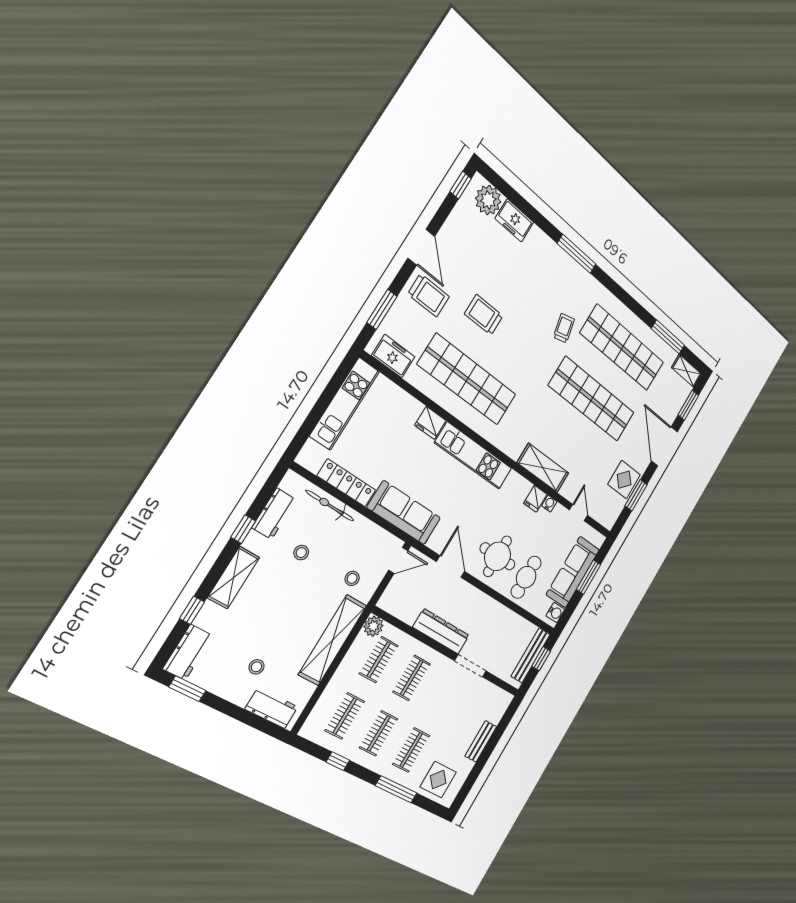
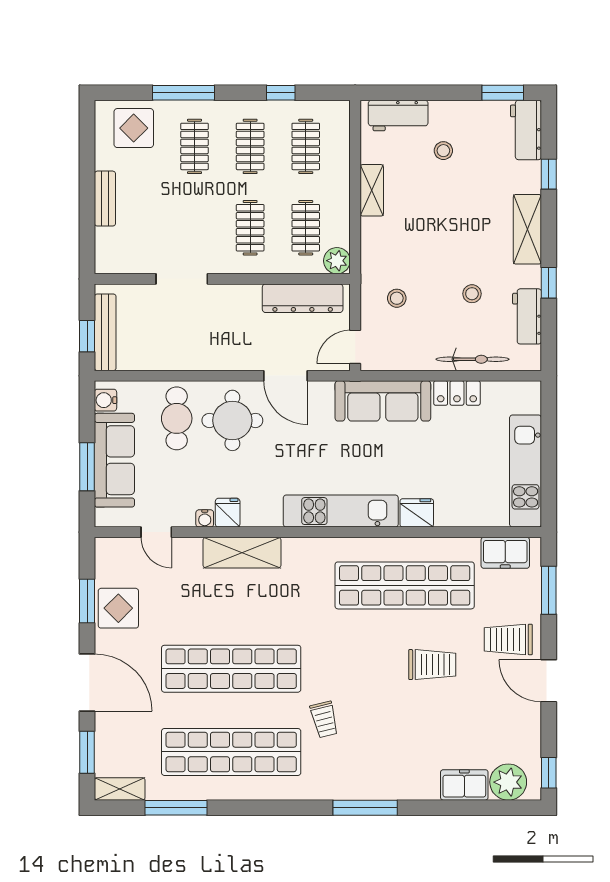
locker: (347, 483) -> (457, 393), width x0.66
dresser: (441, 631) -> (303, 298), moved
shelving: (333, 640) -> (372, 190), width x0.45, depth x0.75

